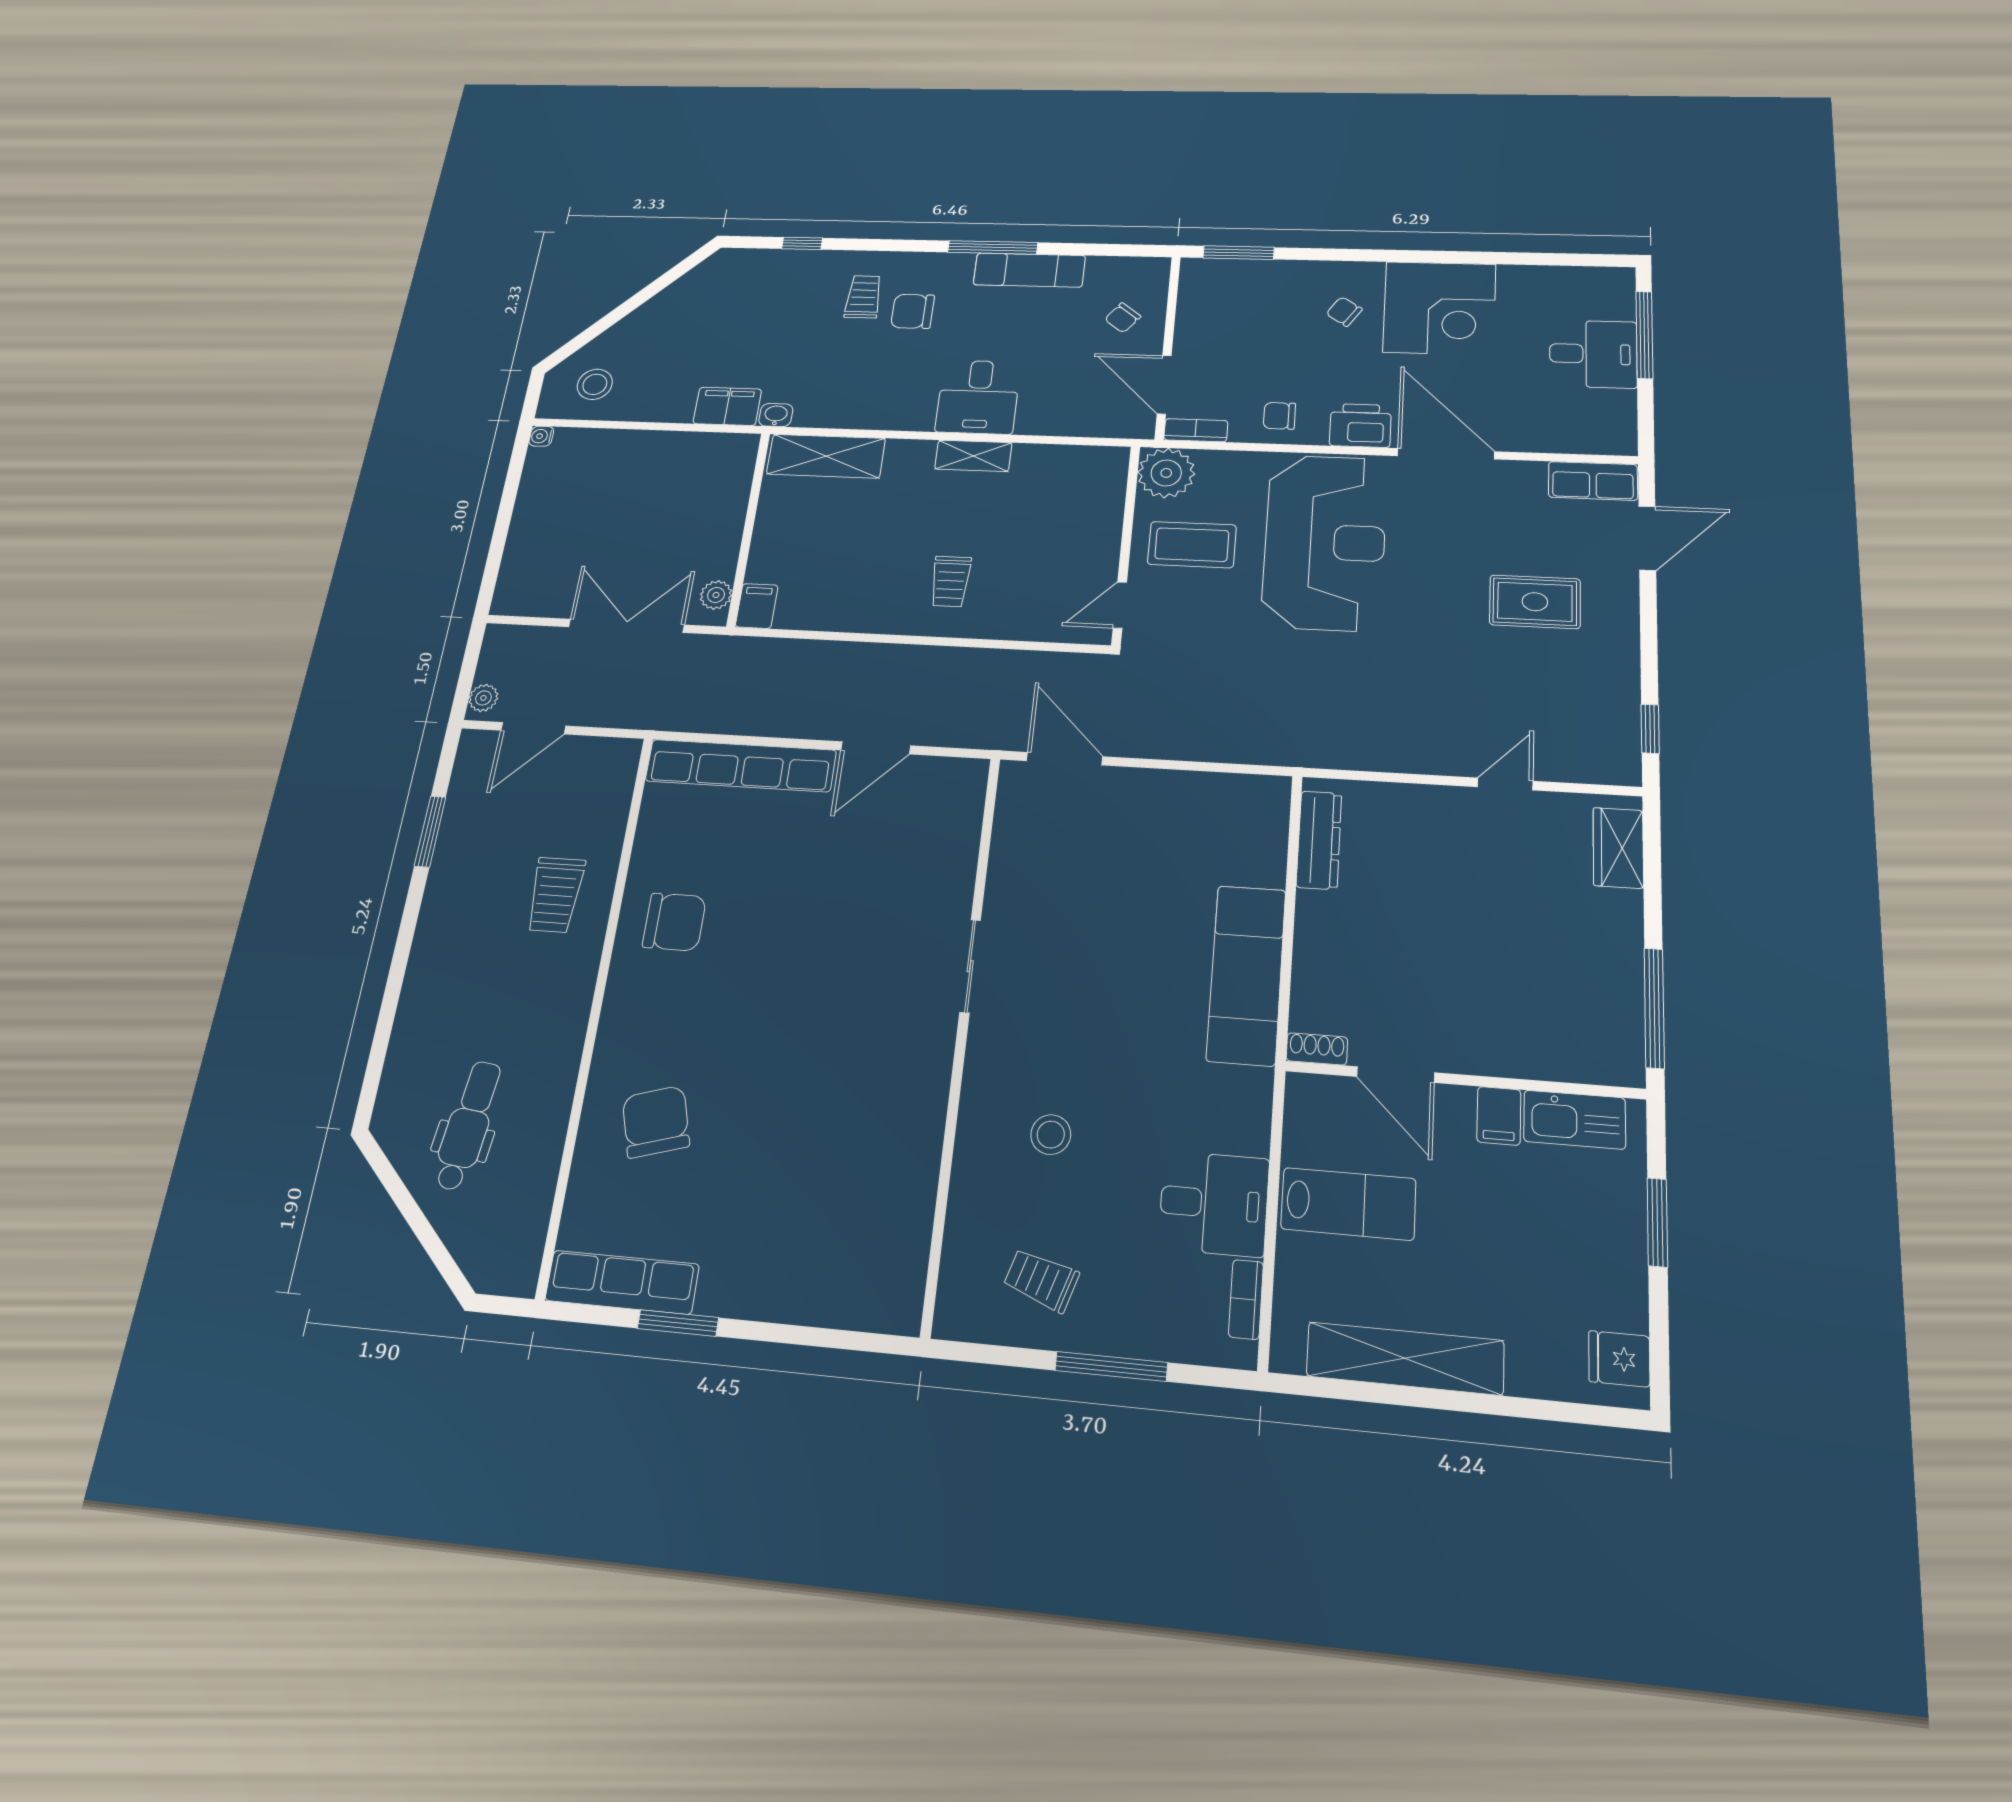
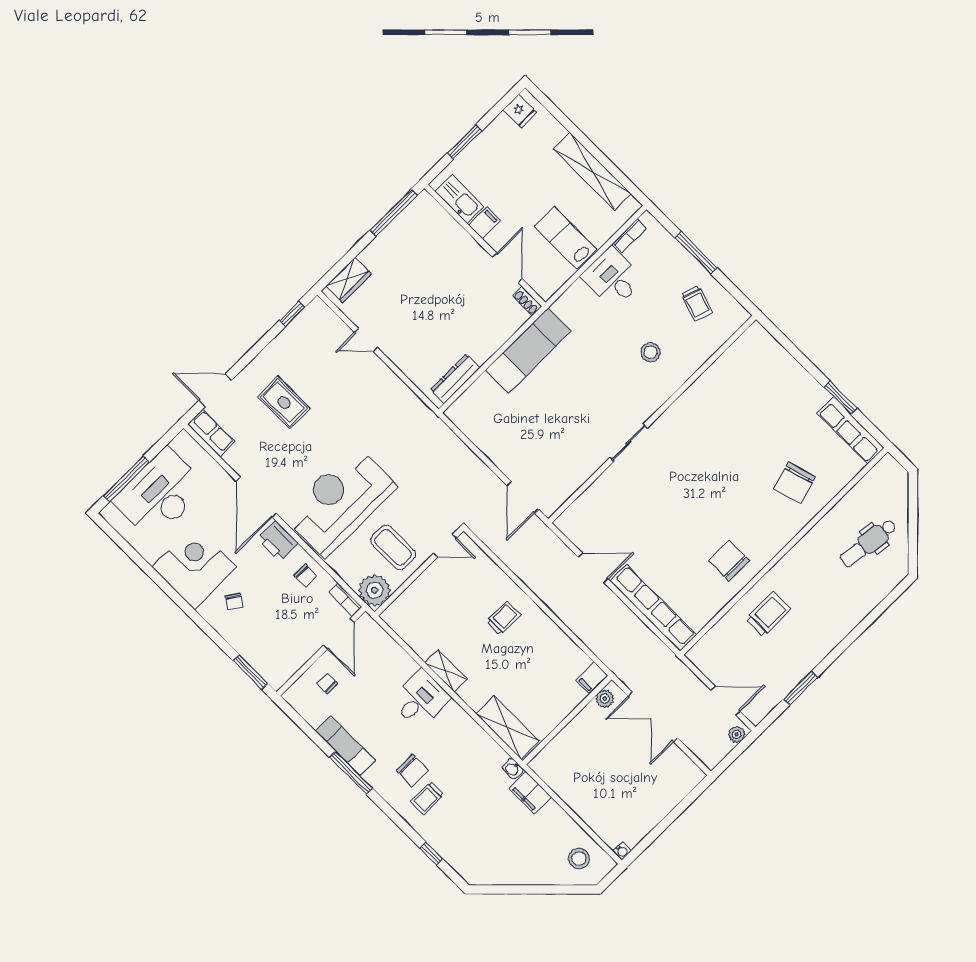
chair: (1123, 318) -> (327, 684), turned -128
desk: (1593, 354) -> (160, 494), width x1.87, depth x1.30

